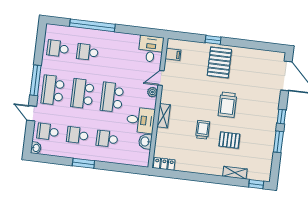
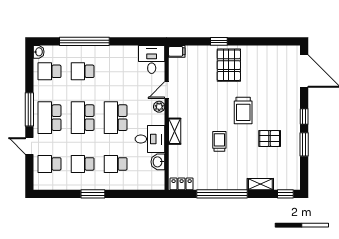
filing cabinet: (173, 54) -> (177, 51), moved
pallet: (229, 140) -> (270, 139), moved
washbasin: (36, 148) -> (39, 52), moved
window: (199, 177) -> (222, 194), added

